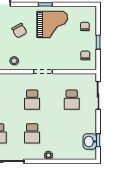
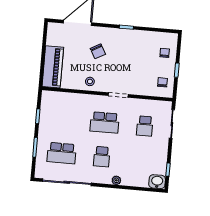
grand piano: (52, 24) -> (132, 48), removed
school desk: (32, 100) -> (105, 122), width x1.85
washbasin: (90, 141) -> (157, 182), moved, turned 90

